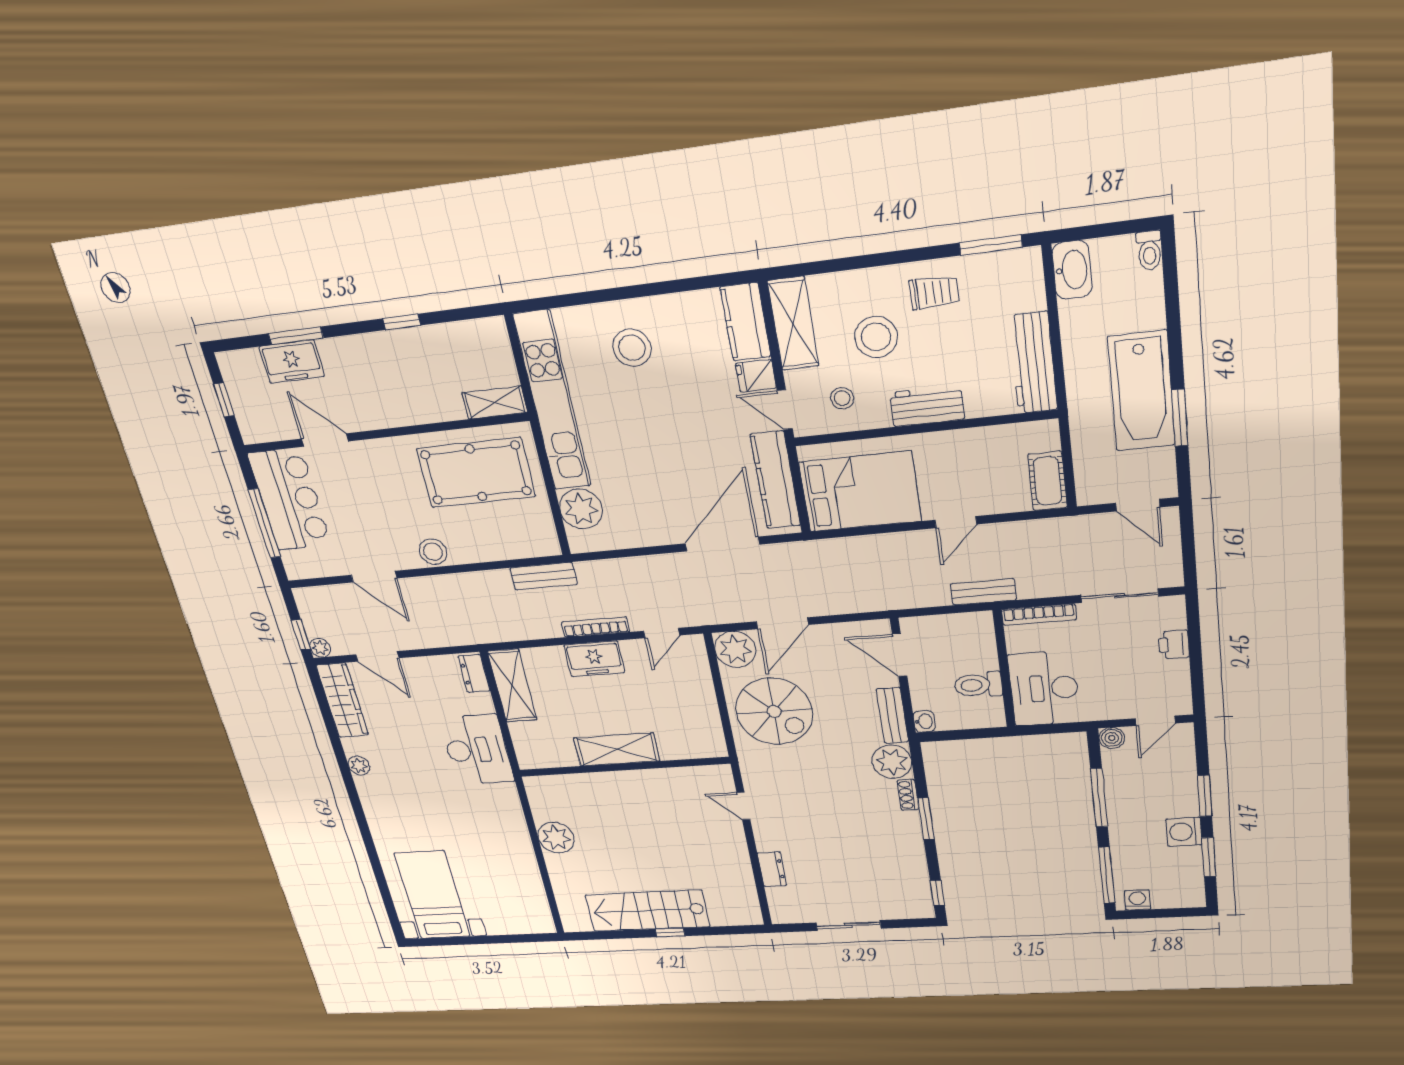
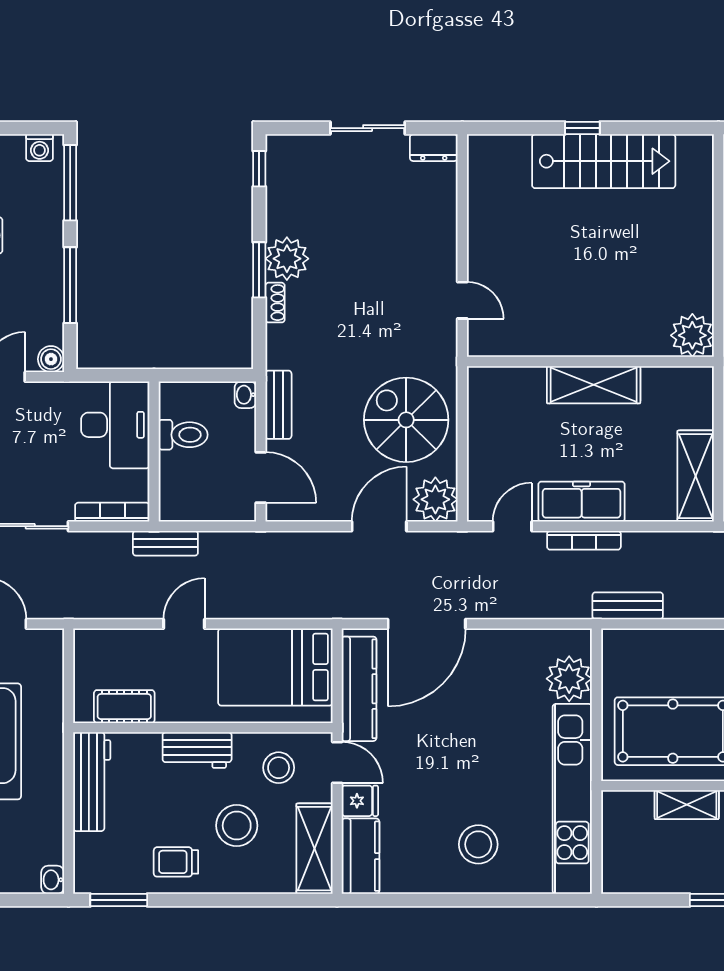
washbasin: (1072, 270) -> (53, 880), width x0.52, depth x0.69
stool: (842, 398) -> (279, 768), width x1.37, depth x1.37
shelving: (495, 403) -> (687, 805), moved
cot: (1047, 481) -> (124, 707), moved, turned 90
freezer: (594, 659) -> (582, 502), width x1.40
plant: (892, 762) -> (287, 259), moved
plant: (556, 838) -> (692, 335), moved
dresser: (772, 869) -> (434, 148), moved, turned -90

